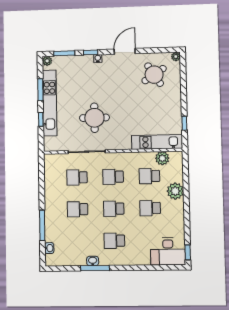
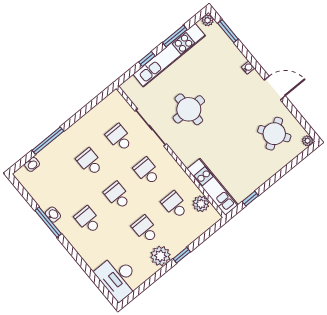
window: (91, 52) -> (248, 56), removed
plant: (175, 191) -> (161, 256), moved
window: (188, 252) -> (182, 255), moved

